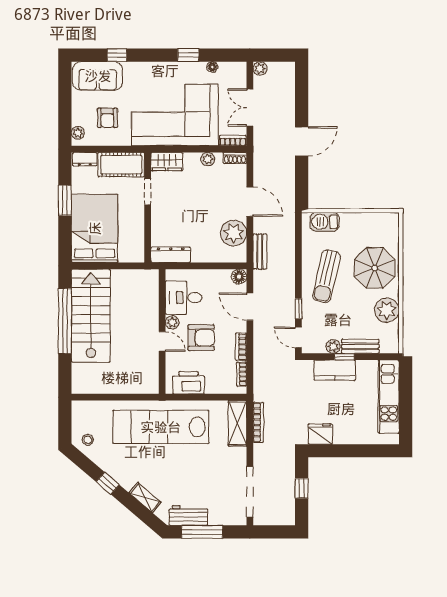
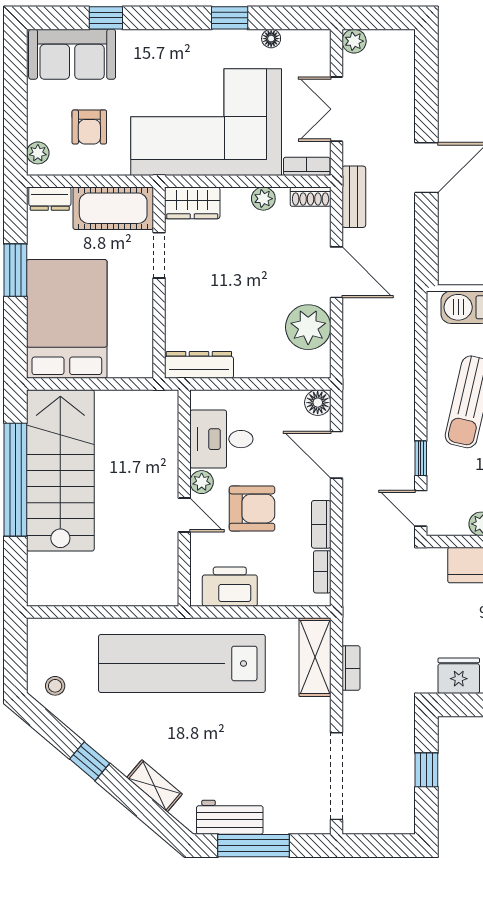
bench: (260, 252) -> (354, 197), moved
bookcase: (258, 422) -> (351, 668), width x0.64

